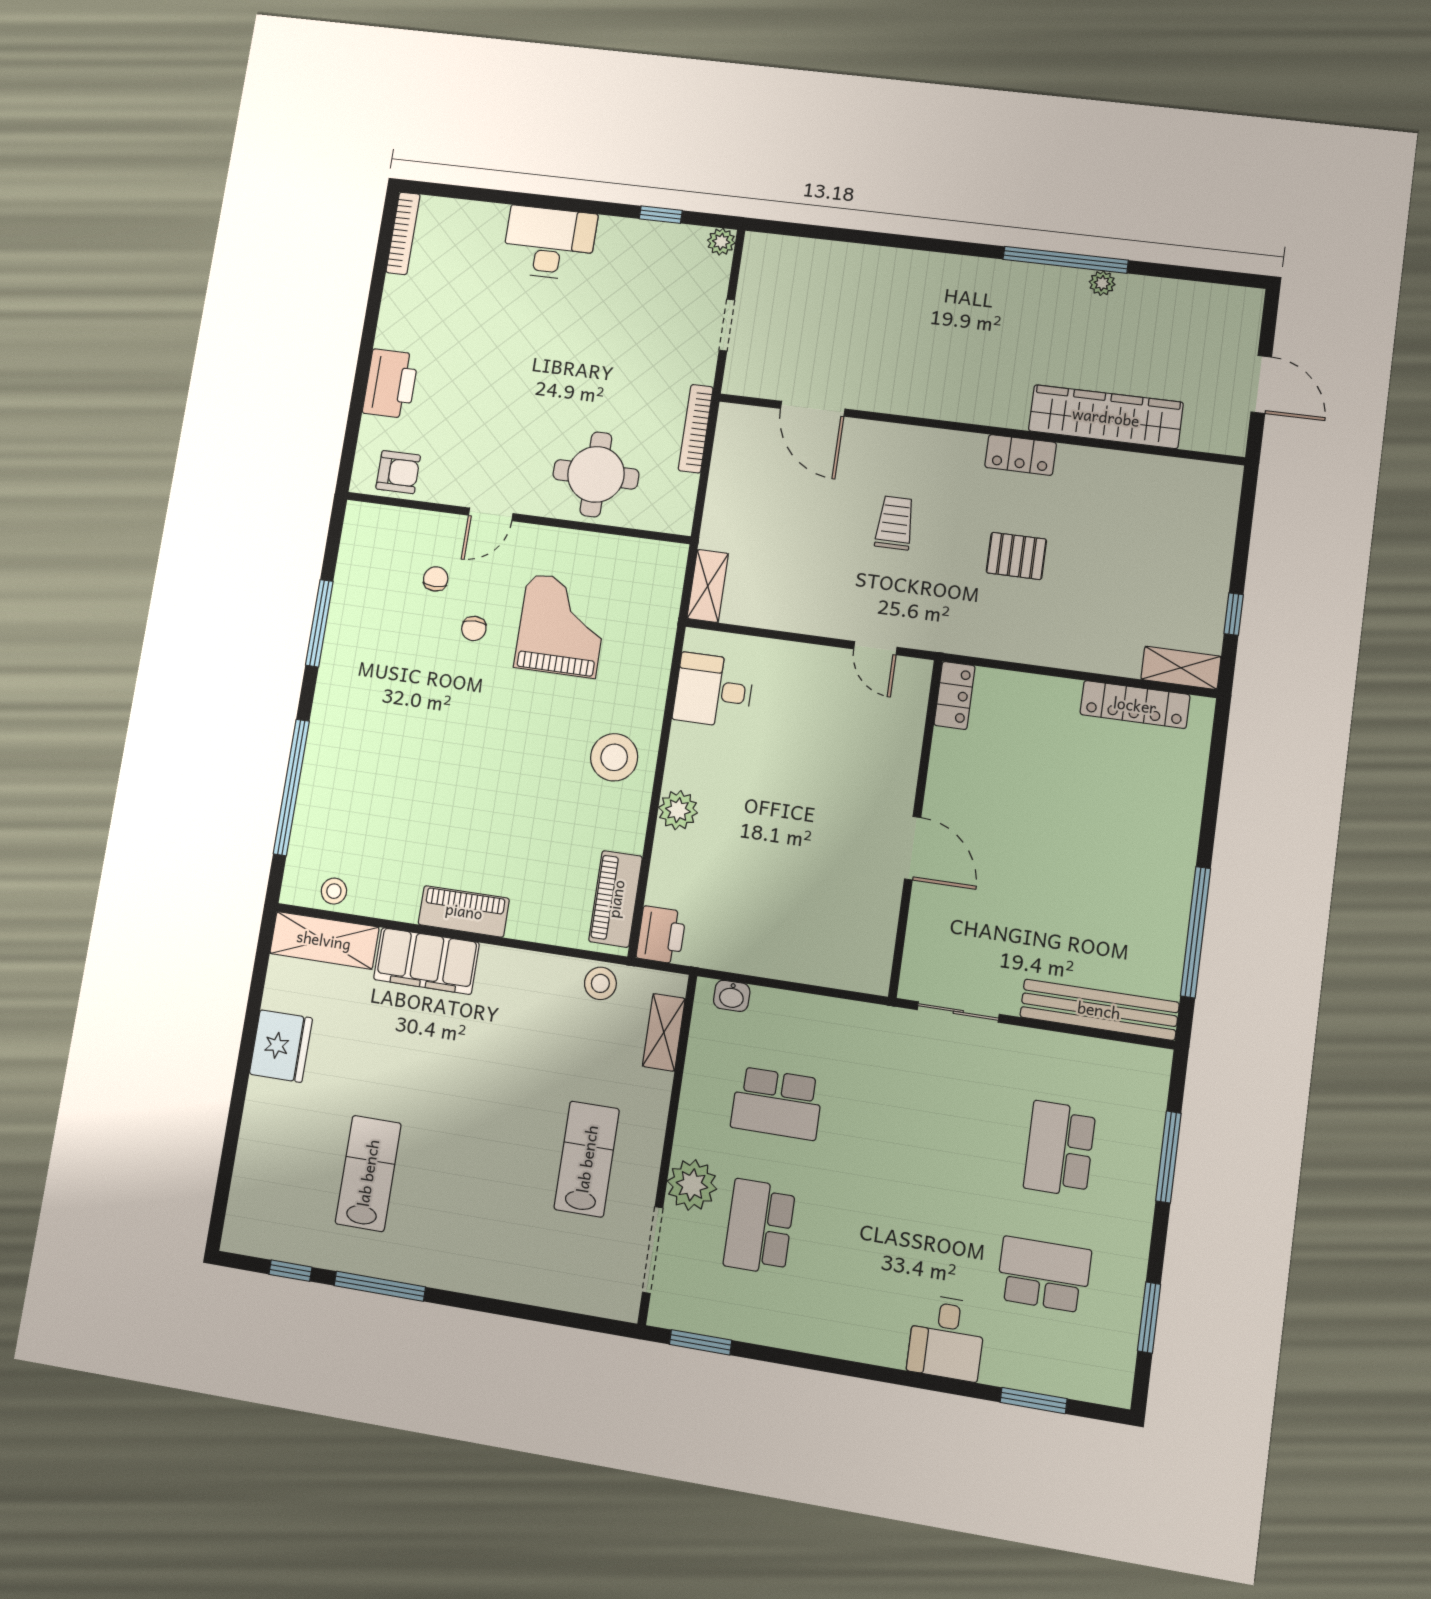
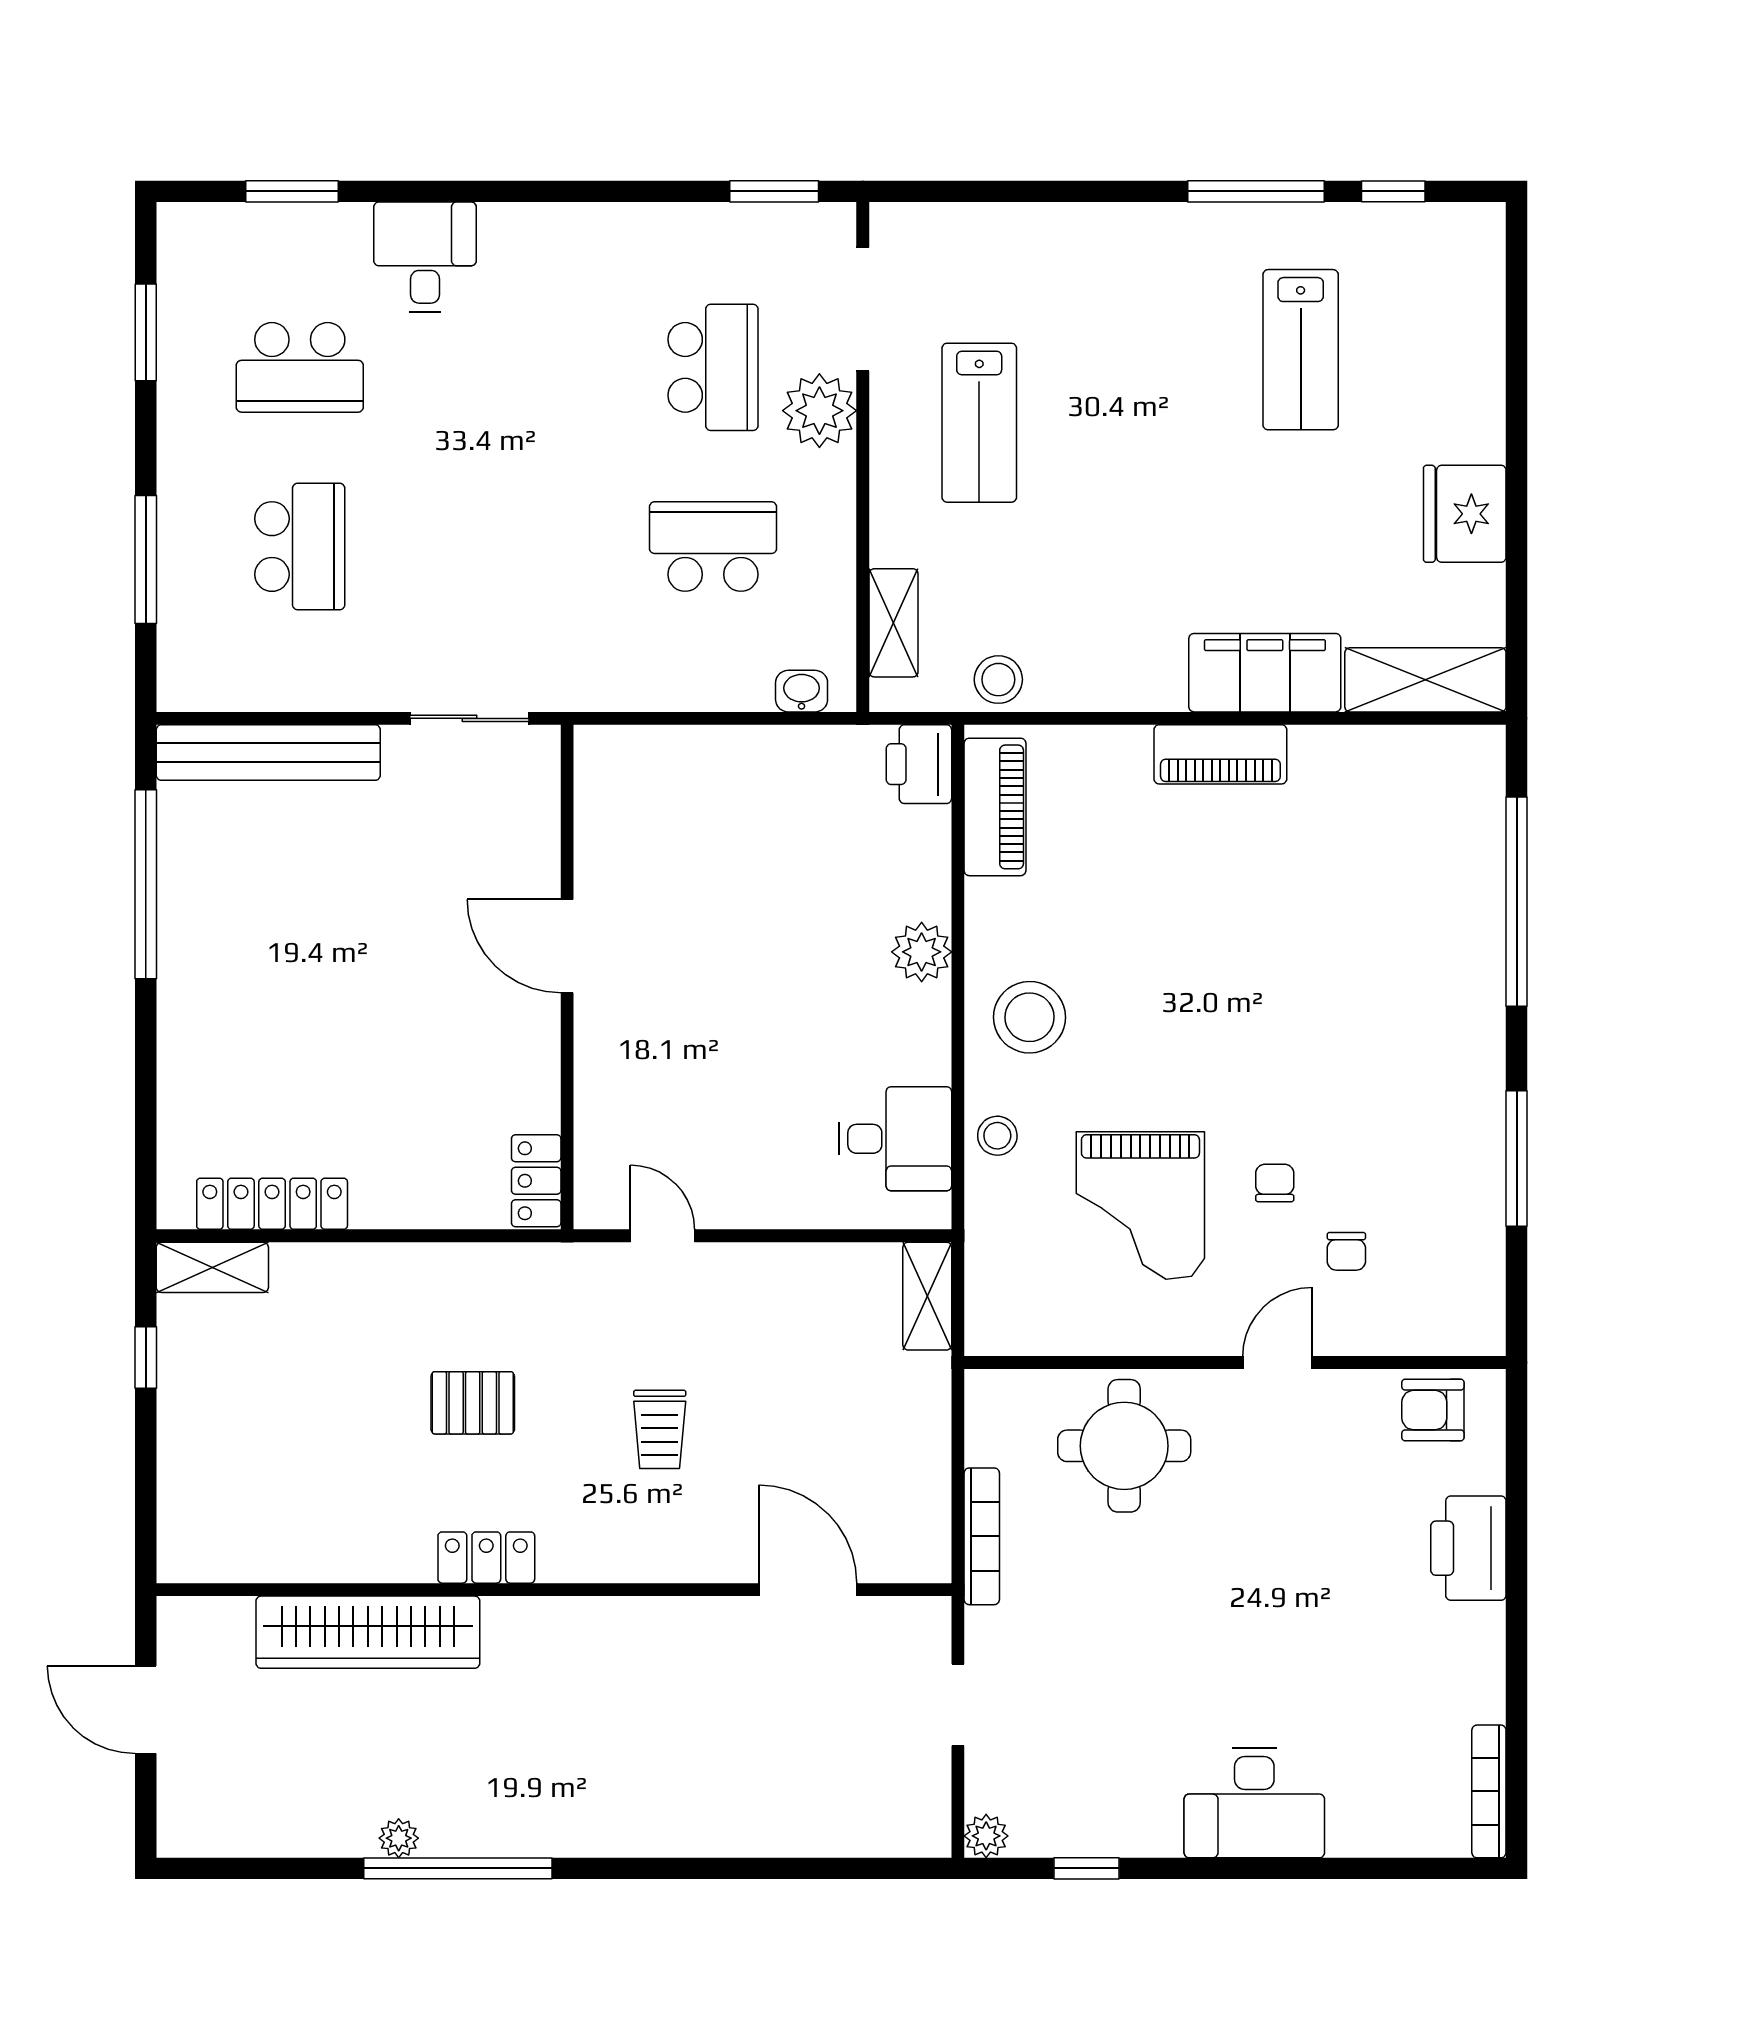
stool: (334, 891) -> (997, 1136), moved

